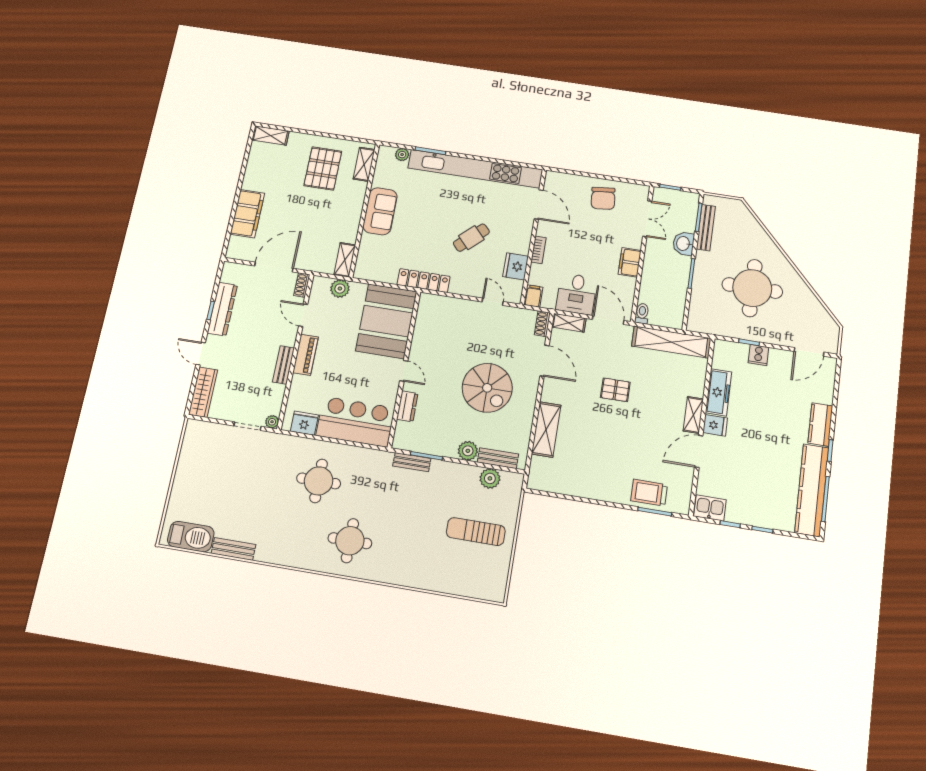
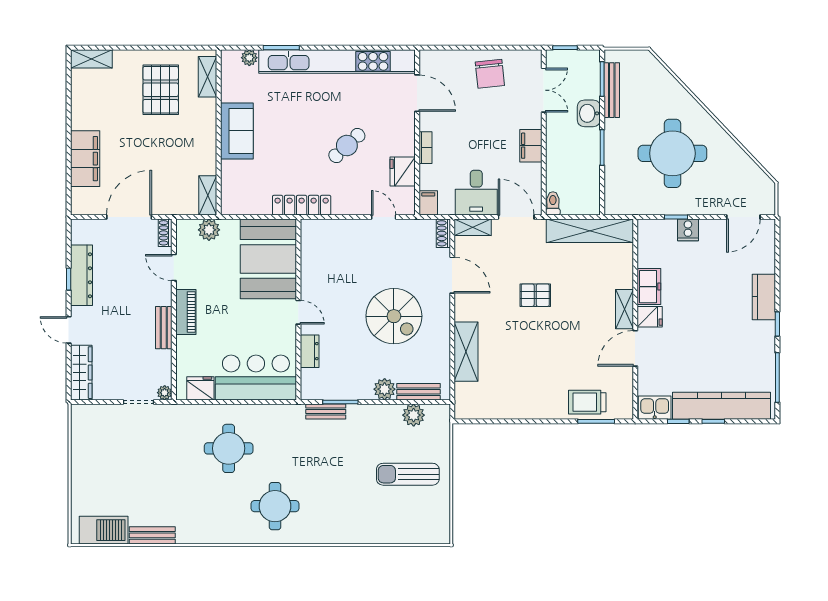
freezer: (719, 392) -> (649, 287), width x0.71
kitchen counter: (812, 490) -> (721, 406), moved, turned 90

